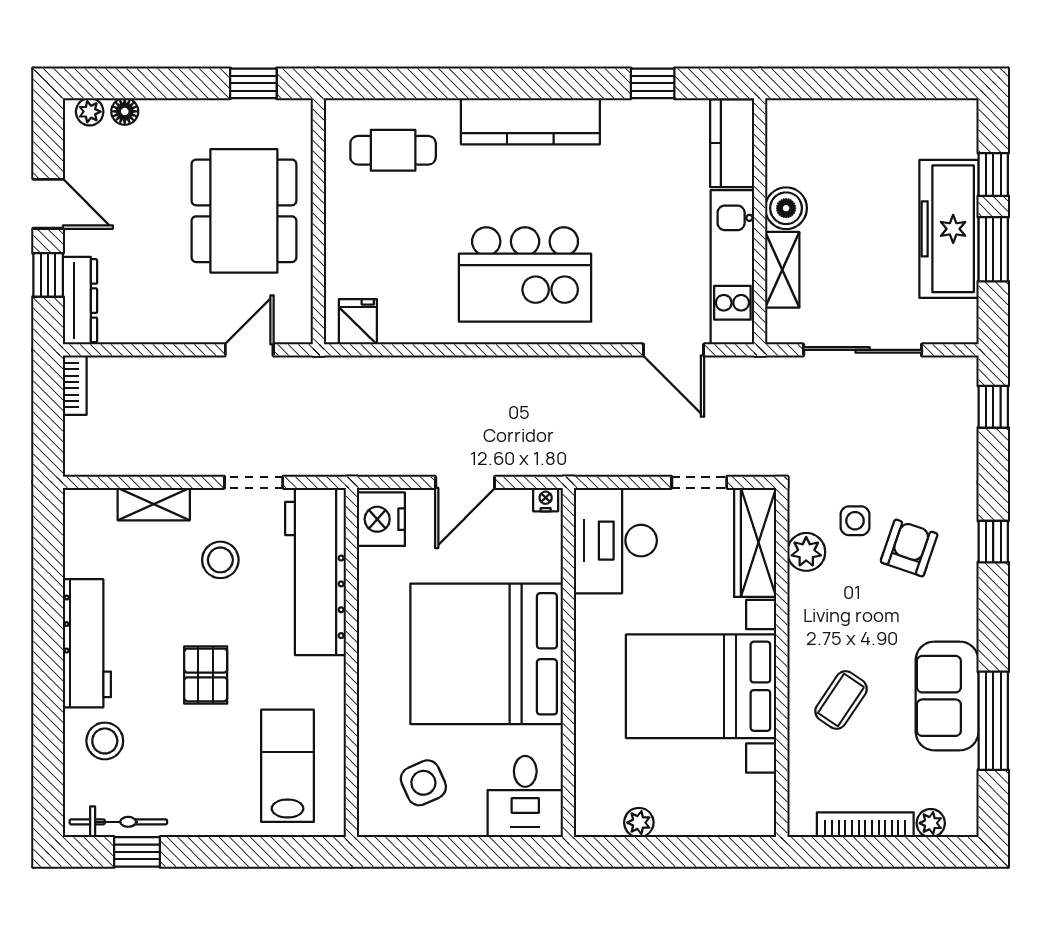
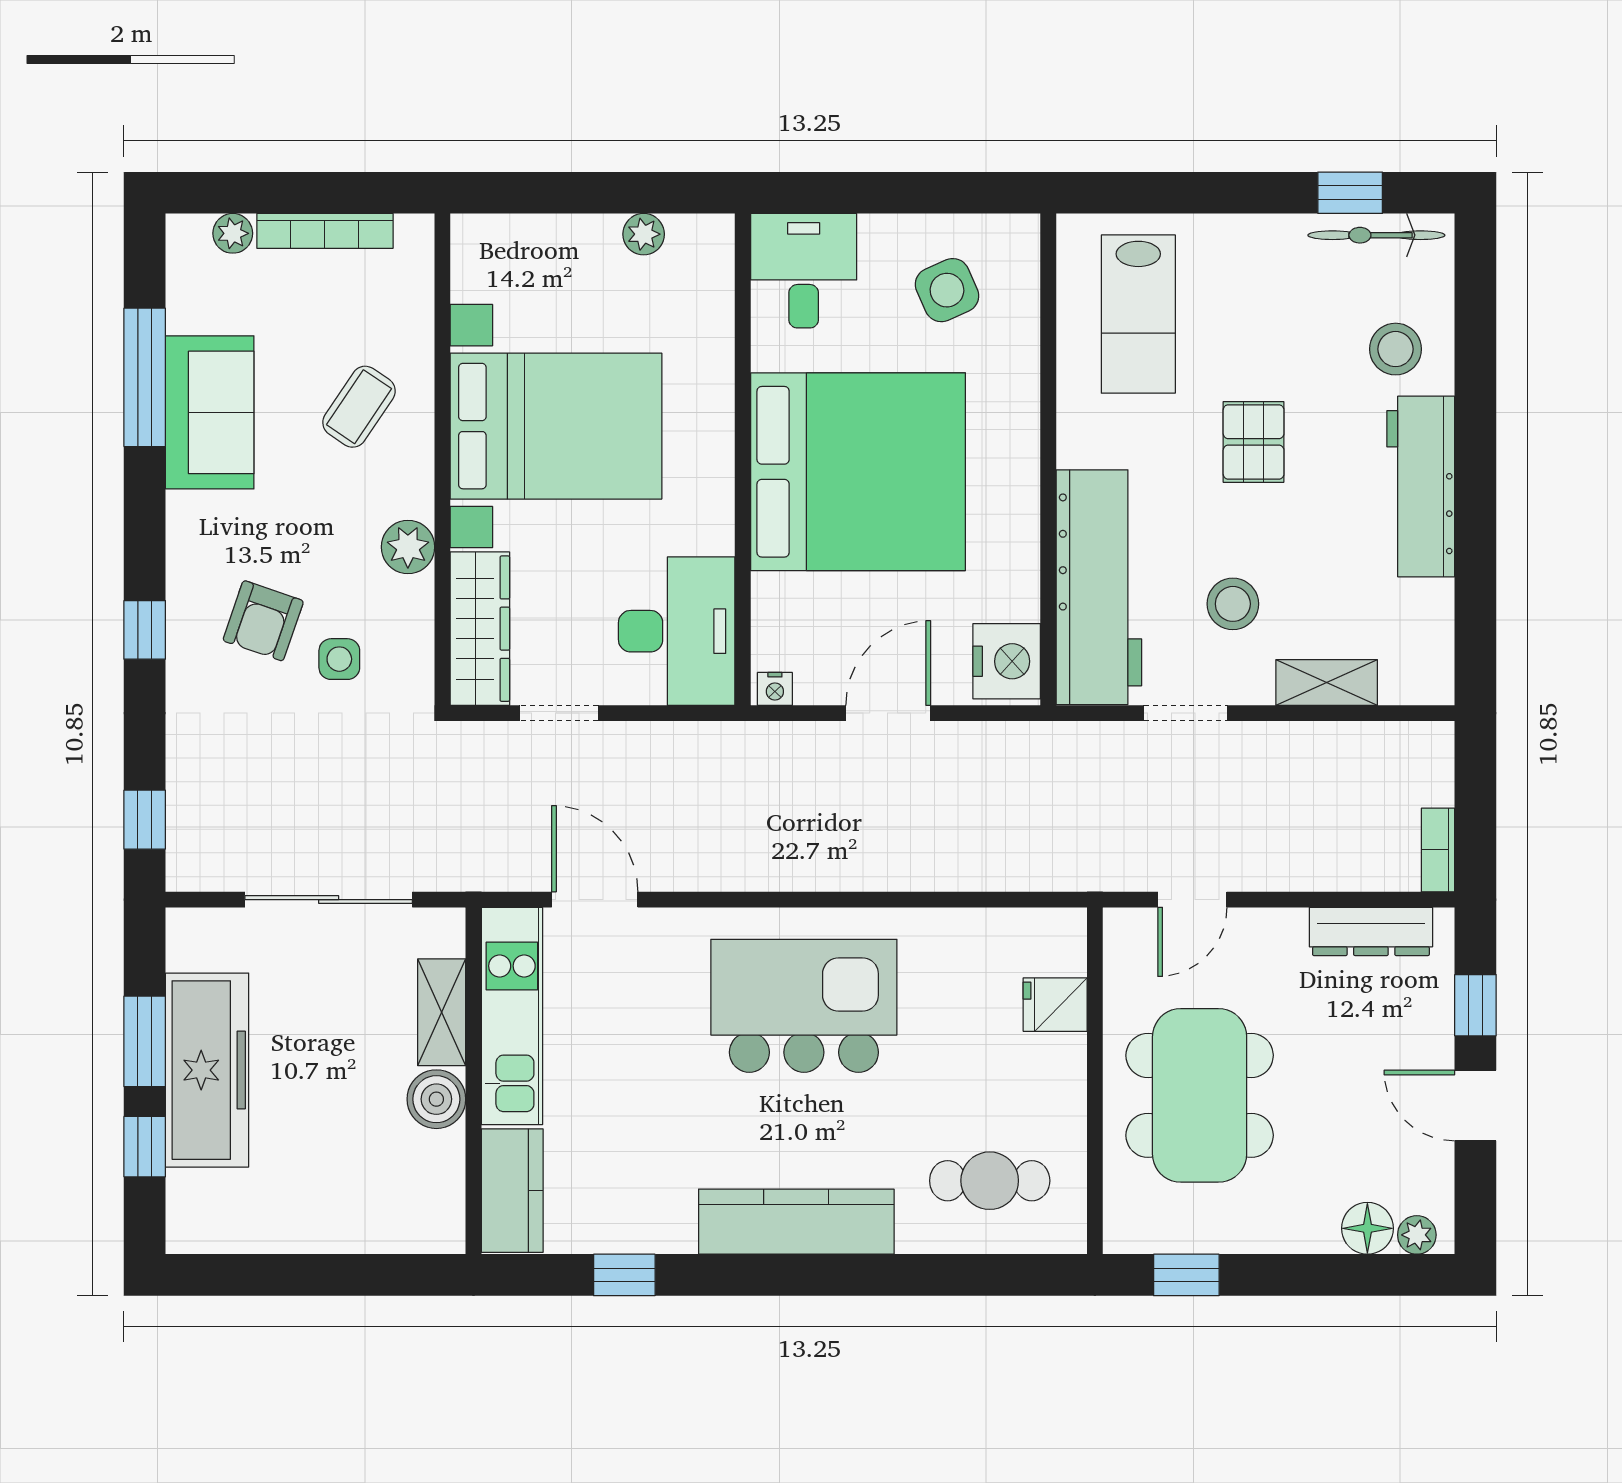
floor lamp: (125, 111) -> (1367, 1228), width x1.37, depth x1.37
dresser: (80, 301) -> (1371, 931), moved, turned -90
fridge: (358, 322) -> (1055, 1005), moved, turned 90
plant: (806, 552) -> (408, 547), moved

